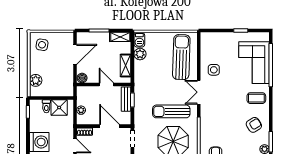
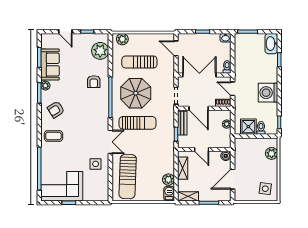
corner sofa: (254, 63) -> (62, 186), moved, turned -90
bench: (126, 99) -> (182, 123), moved

